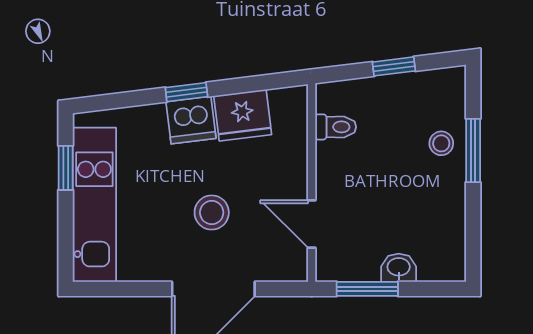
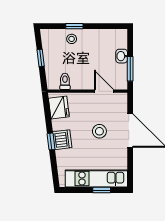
fridge: (243, 115) -> (59, 107), moved
window: (473, 150) -> (74, 26), width x0.67
window: (66, 168) -> (102, 190), moved
door: (312, 224) -> (104, 91), swing flipped

